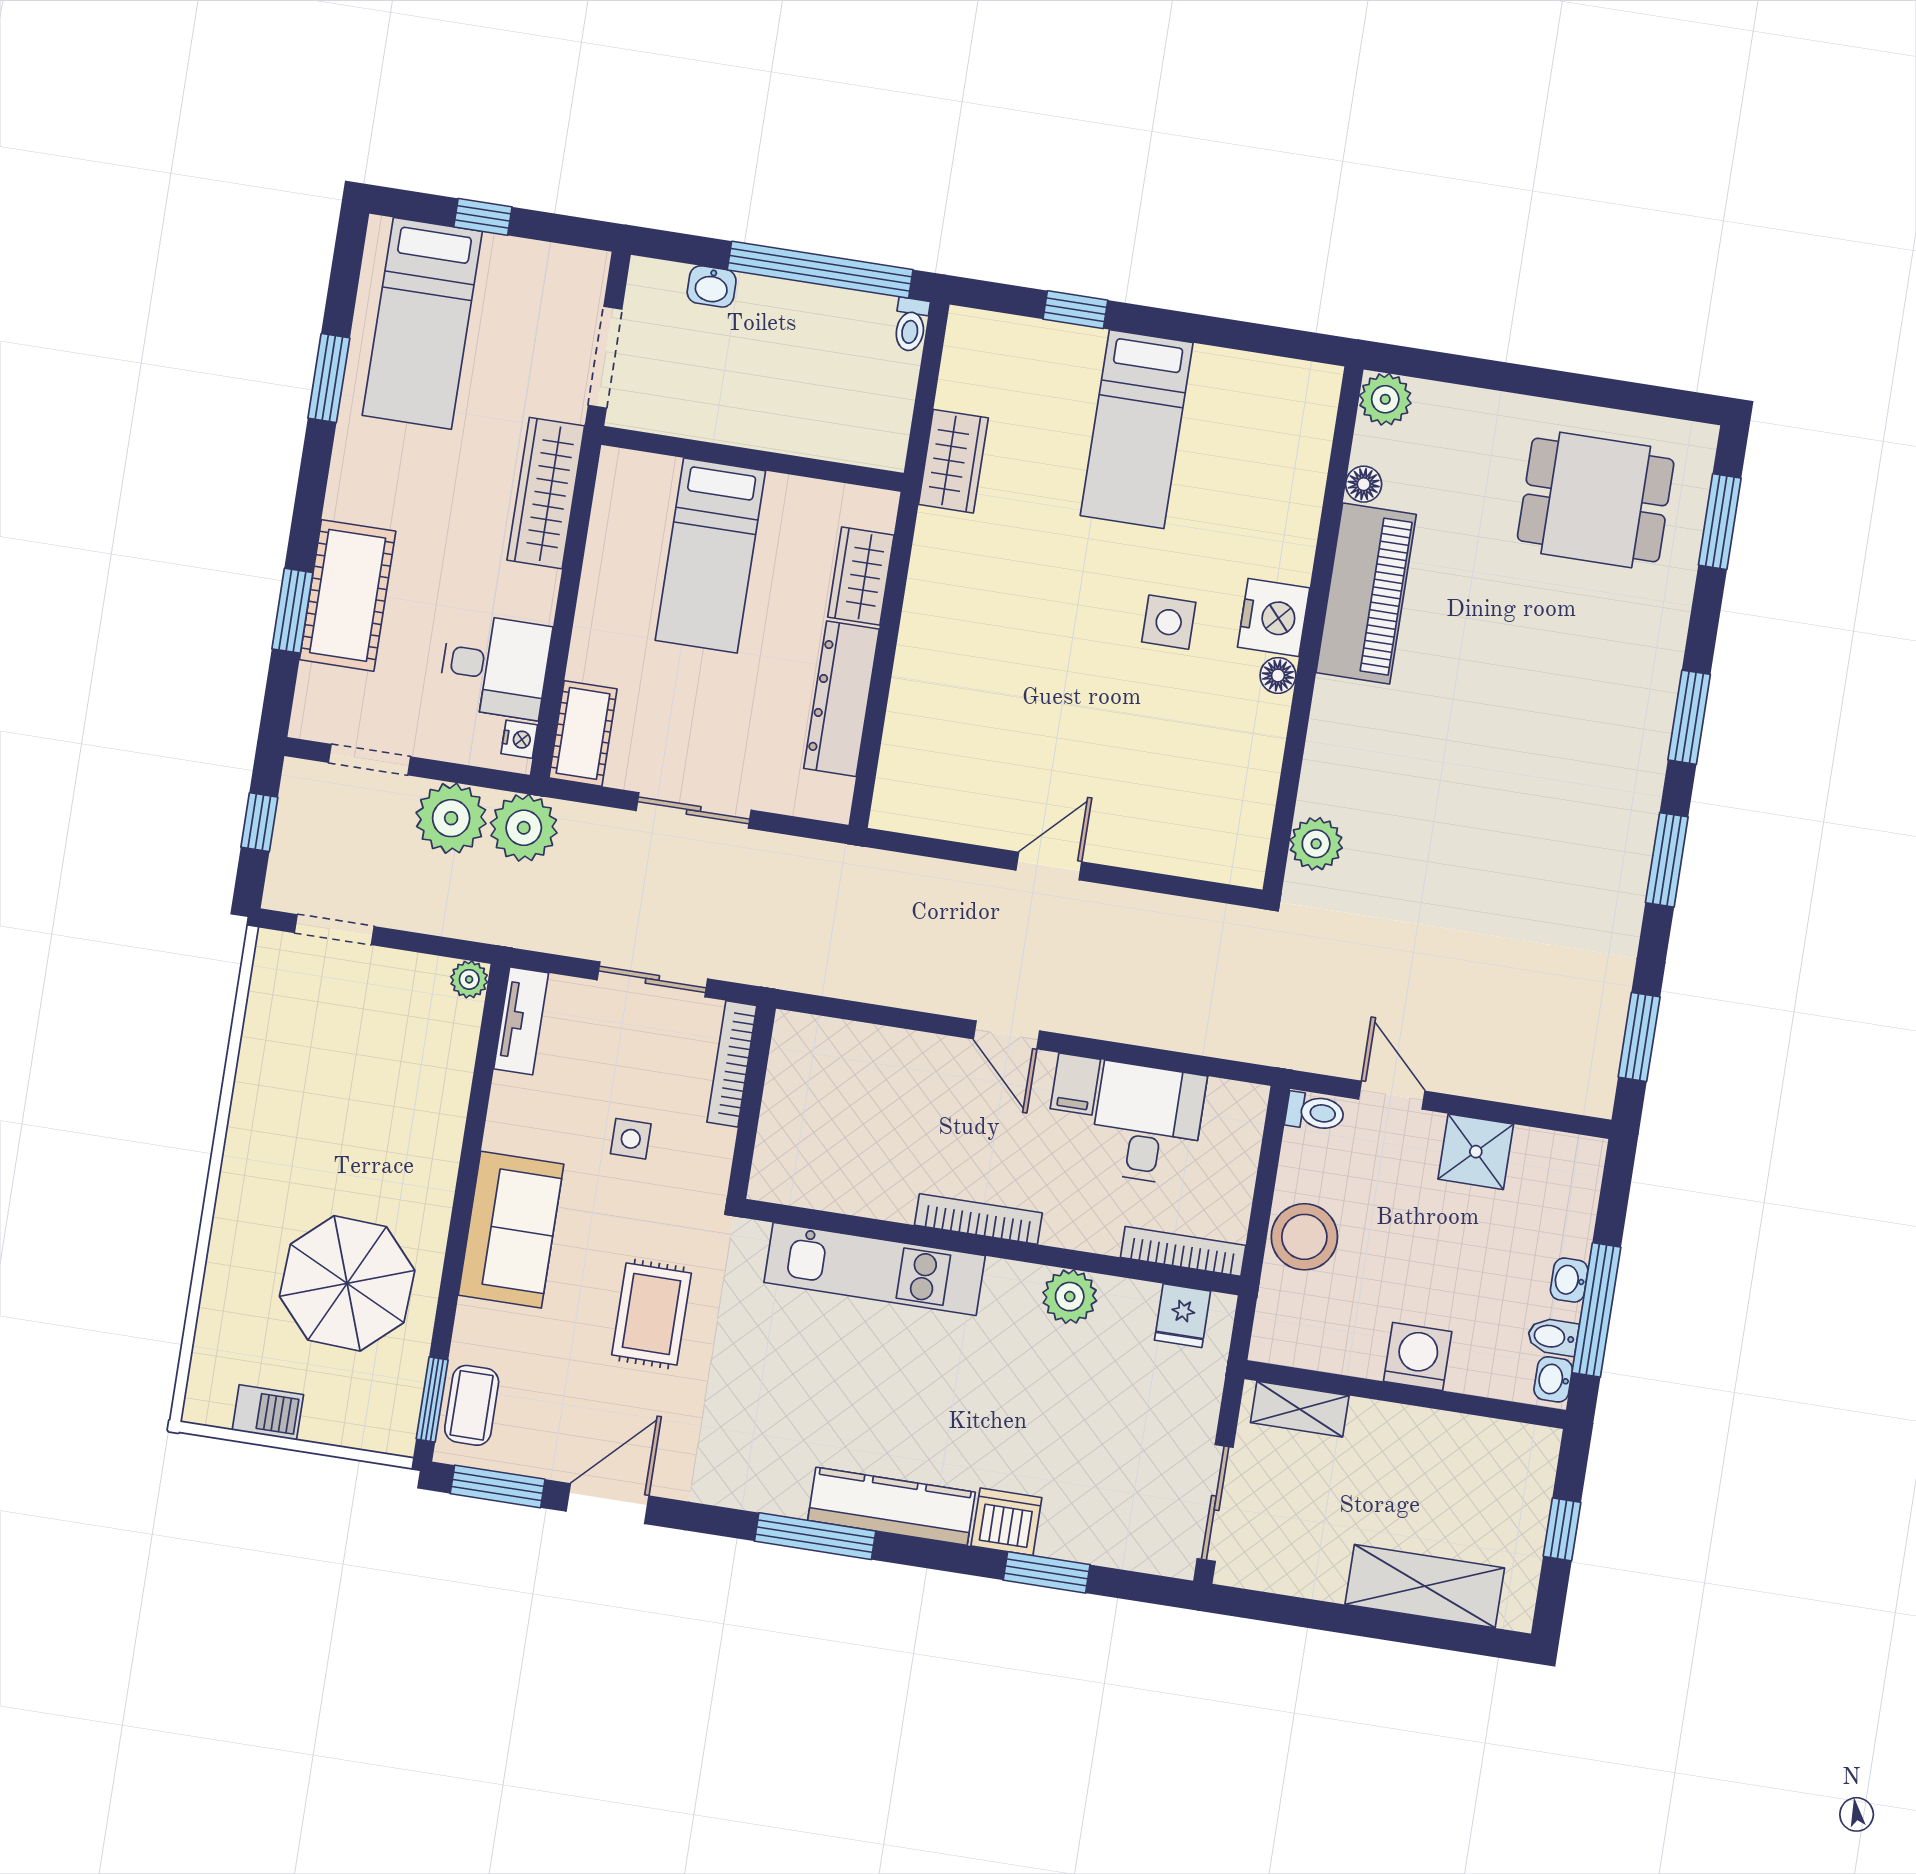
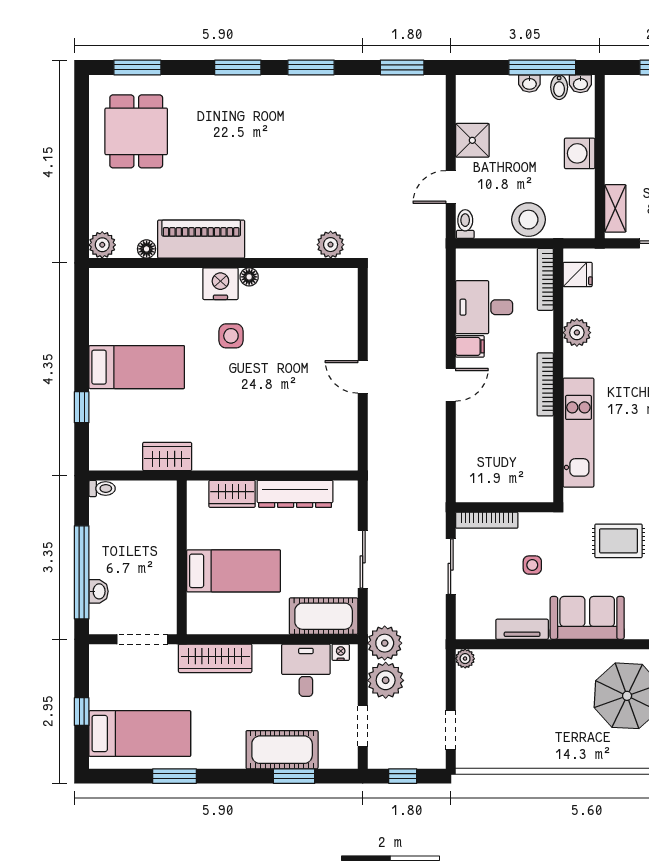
window: (820, 270) -> (82, 572), moved
cot: (583, 733) -> (324, 616), width x1.37, depth x1.34
tv unit: (521, 1021) -> (522, 629), moved

